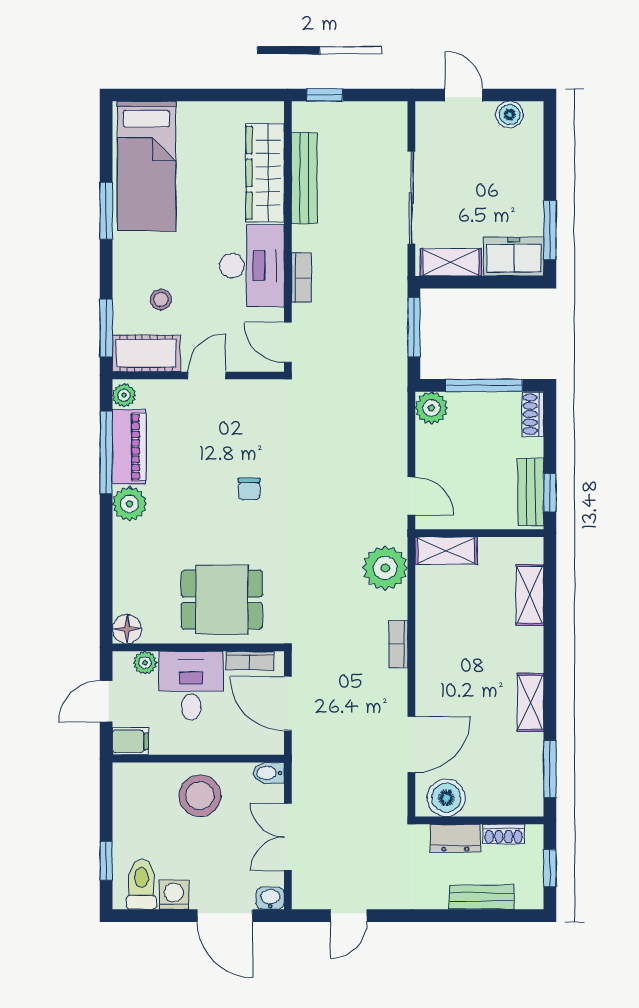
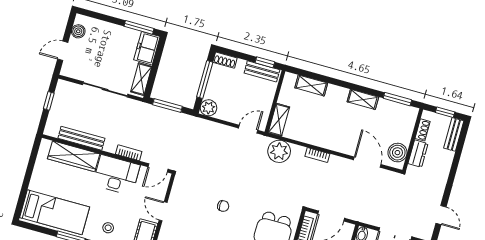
window: (325, 95) -> (49, 101), moved
stool: (161, 300) -> (108, 228), moved
bench: (482, 897) -> (454, 134), moved

